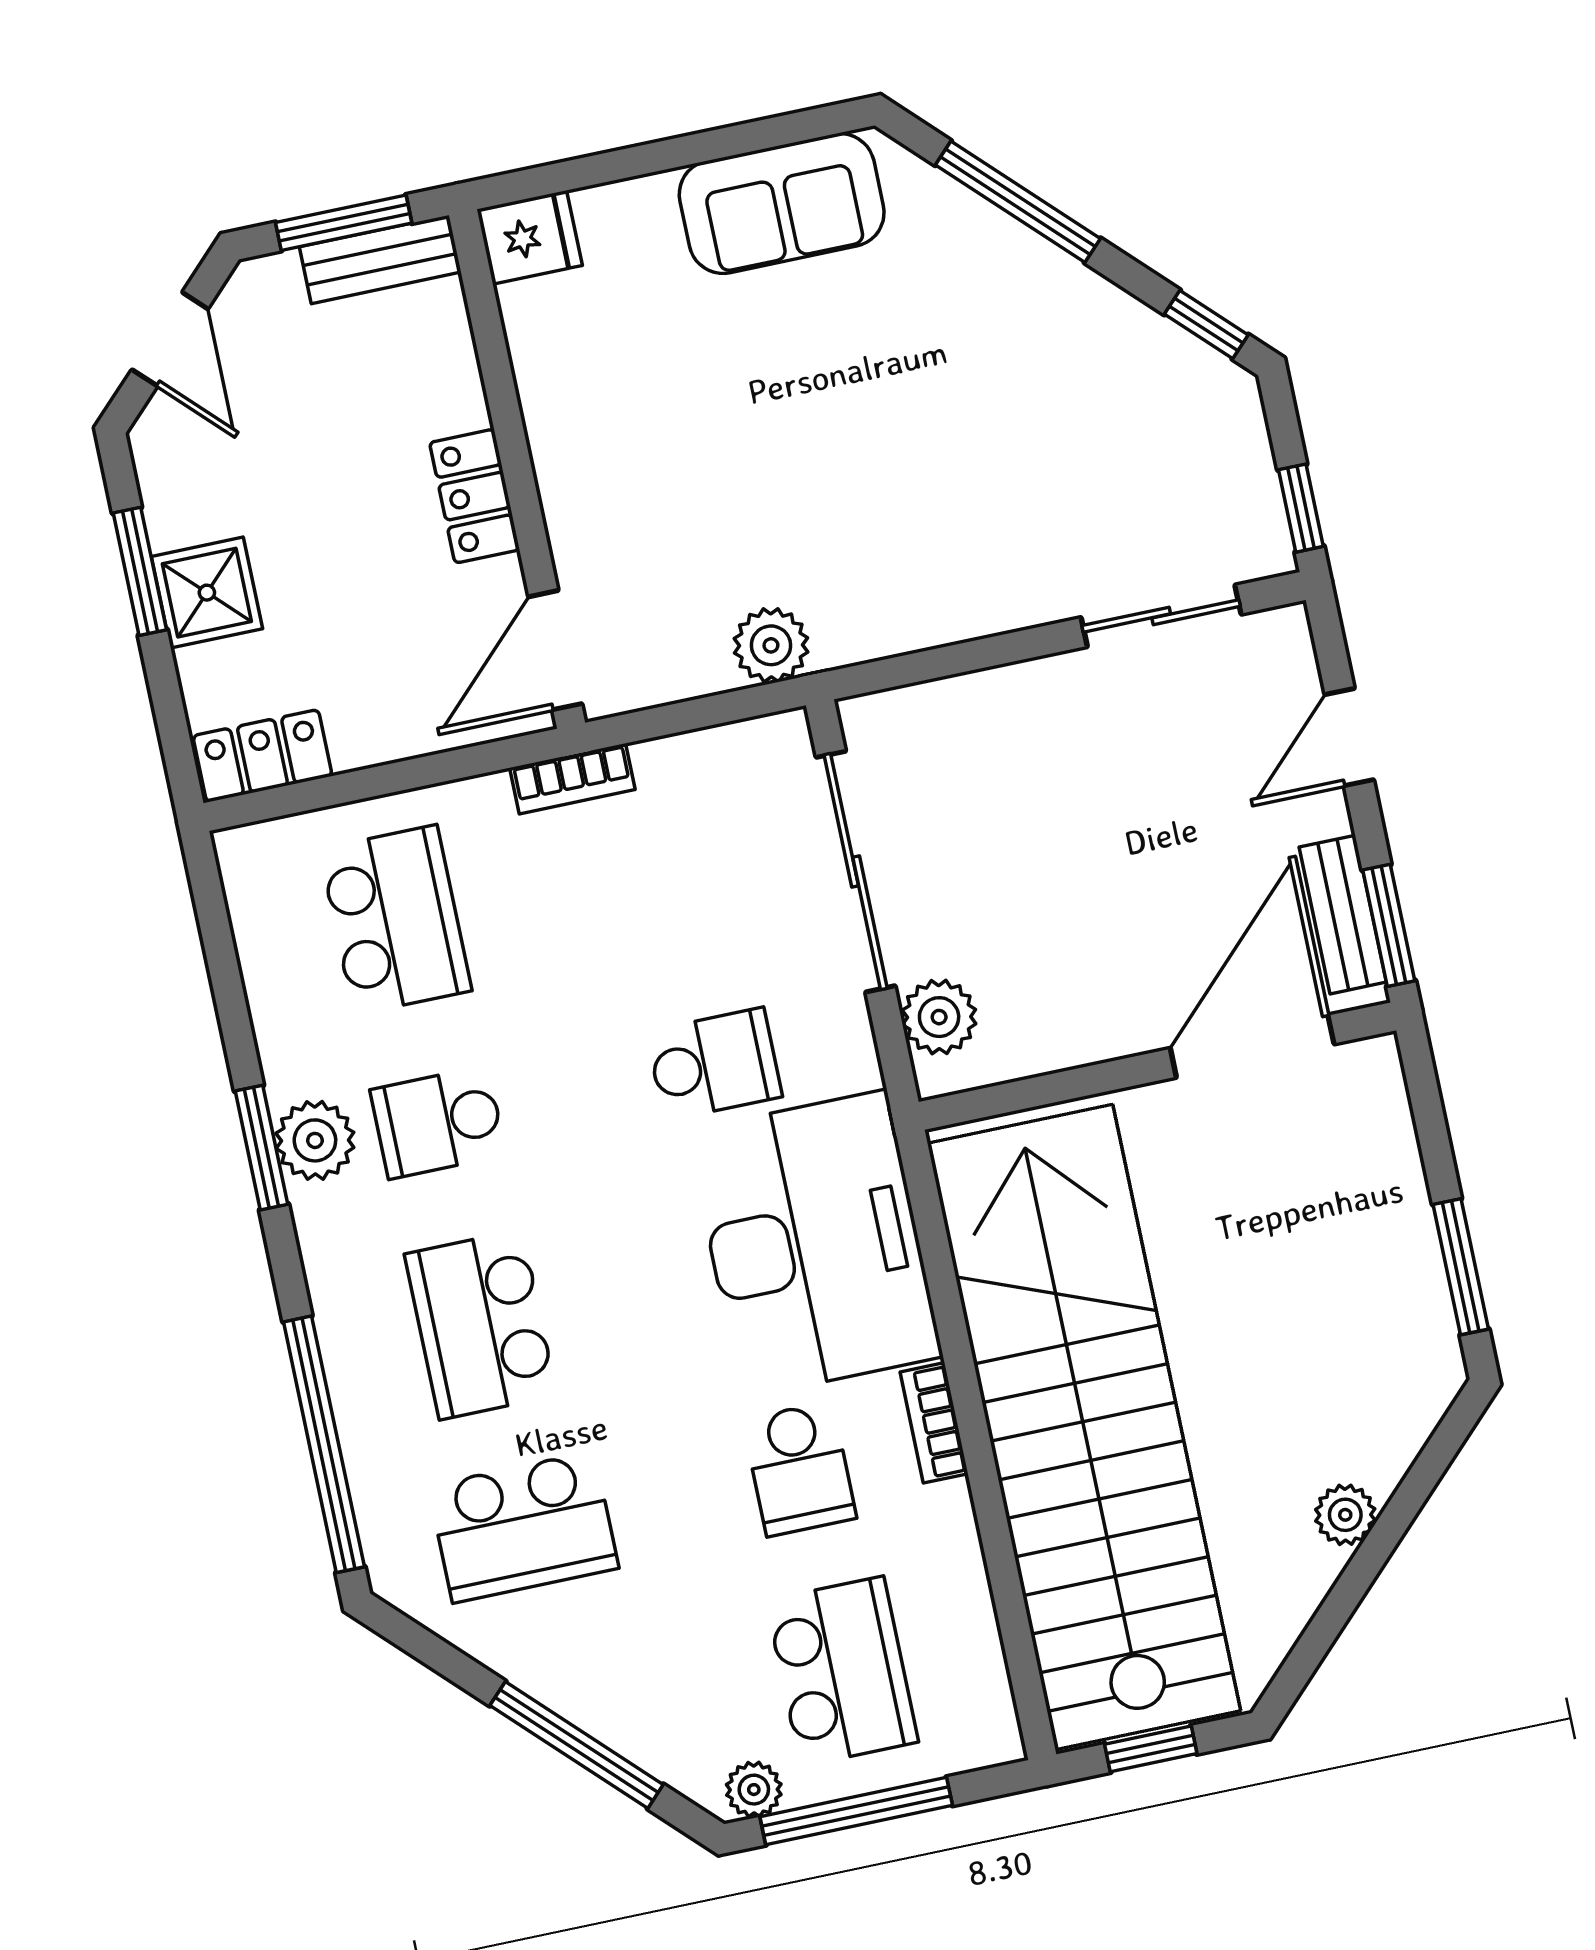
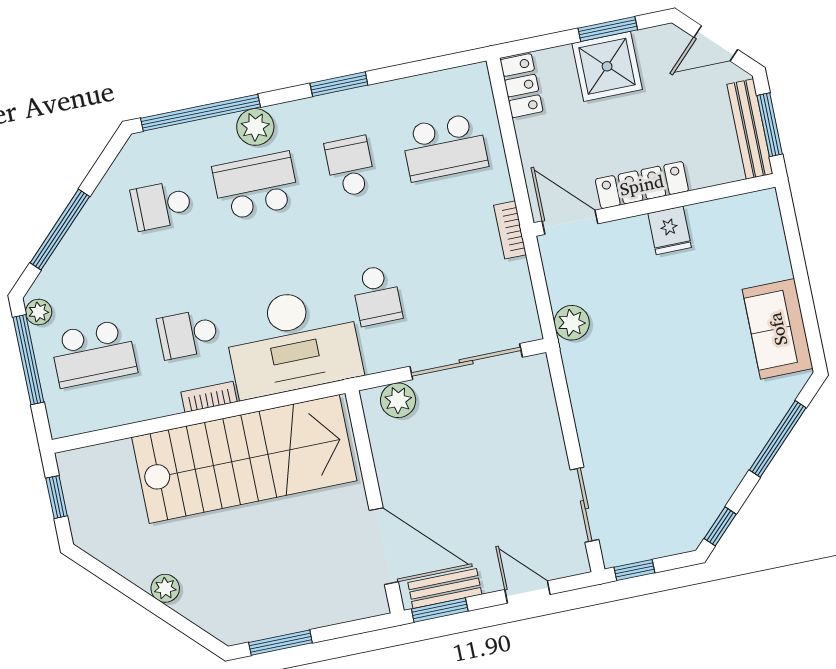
fridge: (530, 237) -> (670, 230), moved
bench: (380, 259) -> (750, 129), width x1.36
locker: (475, 496) -> (642, 185), width x1.53
shower: (207, 593) -> (607, 66), width x1.36, depth x1.36
plant: (315, 1140) -> (255, 127), moved
stairs: (1084, 1427) -> (244, 459), width x0.73
school desk: (523, 1527) -> (161, 205), width x0.54

